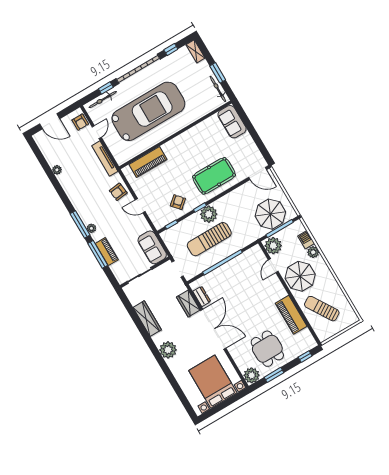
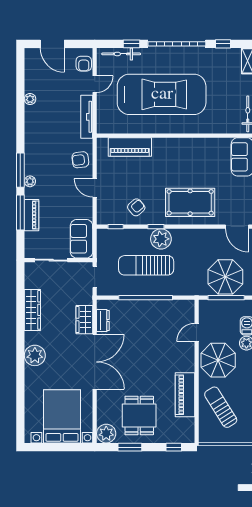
plant: (273, 246) -> (209, 312), removed

